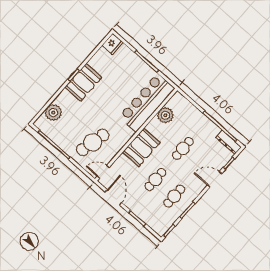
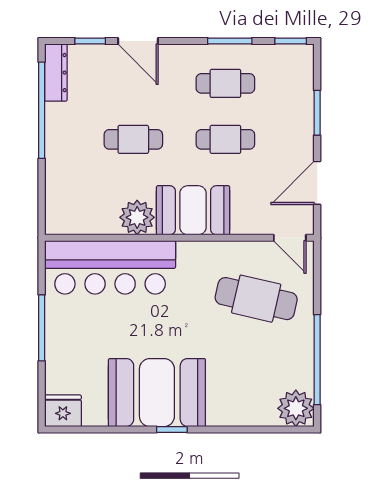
booth: (83, 82) -> (157, 393), width x1.36, depth x1.42
plant: (53, 113) -> (296, 408), moved
plant: (165, 115) -> (137, 217), moved

